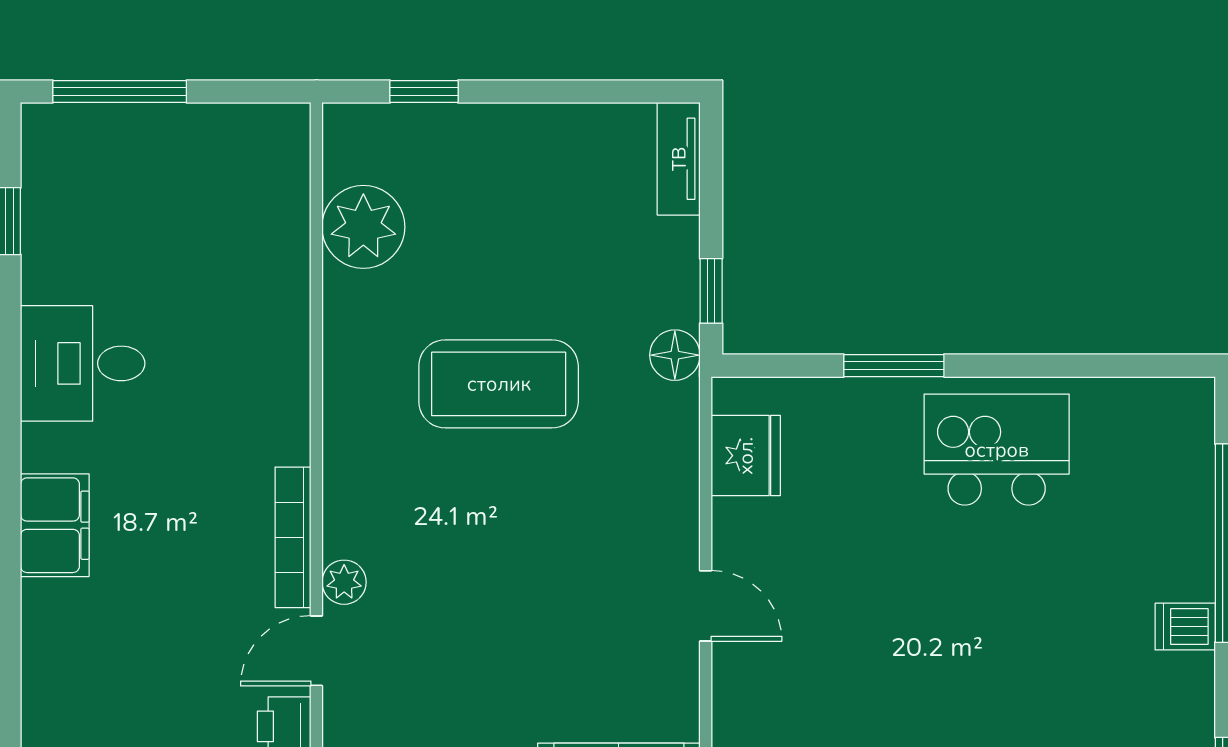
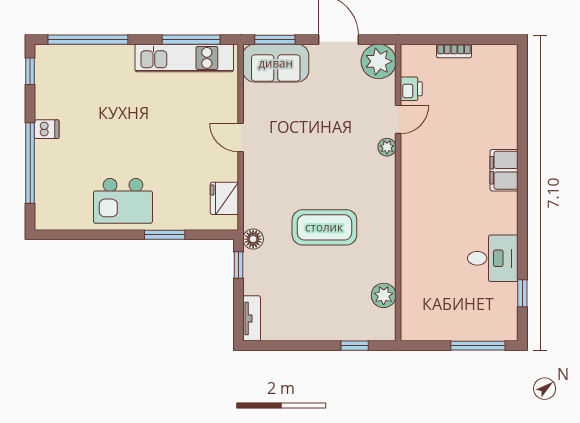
plant: (363, 227) -> (384, 295), width x0.73, depth x0.73
desk: (83, 363) -> (493, 258), moved
bookcase: (293, 537) -> (408, 165), removed

